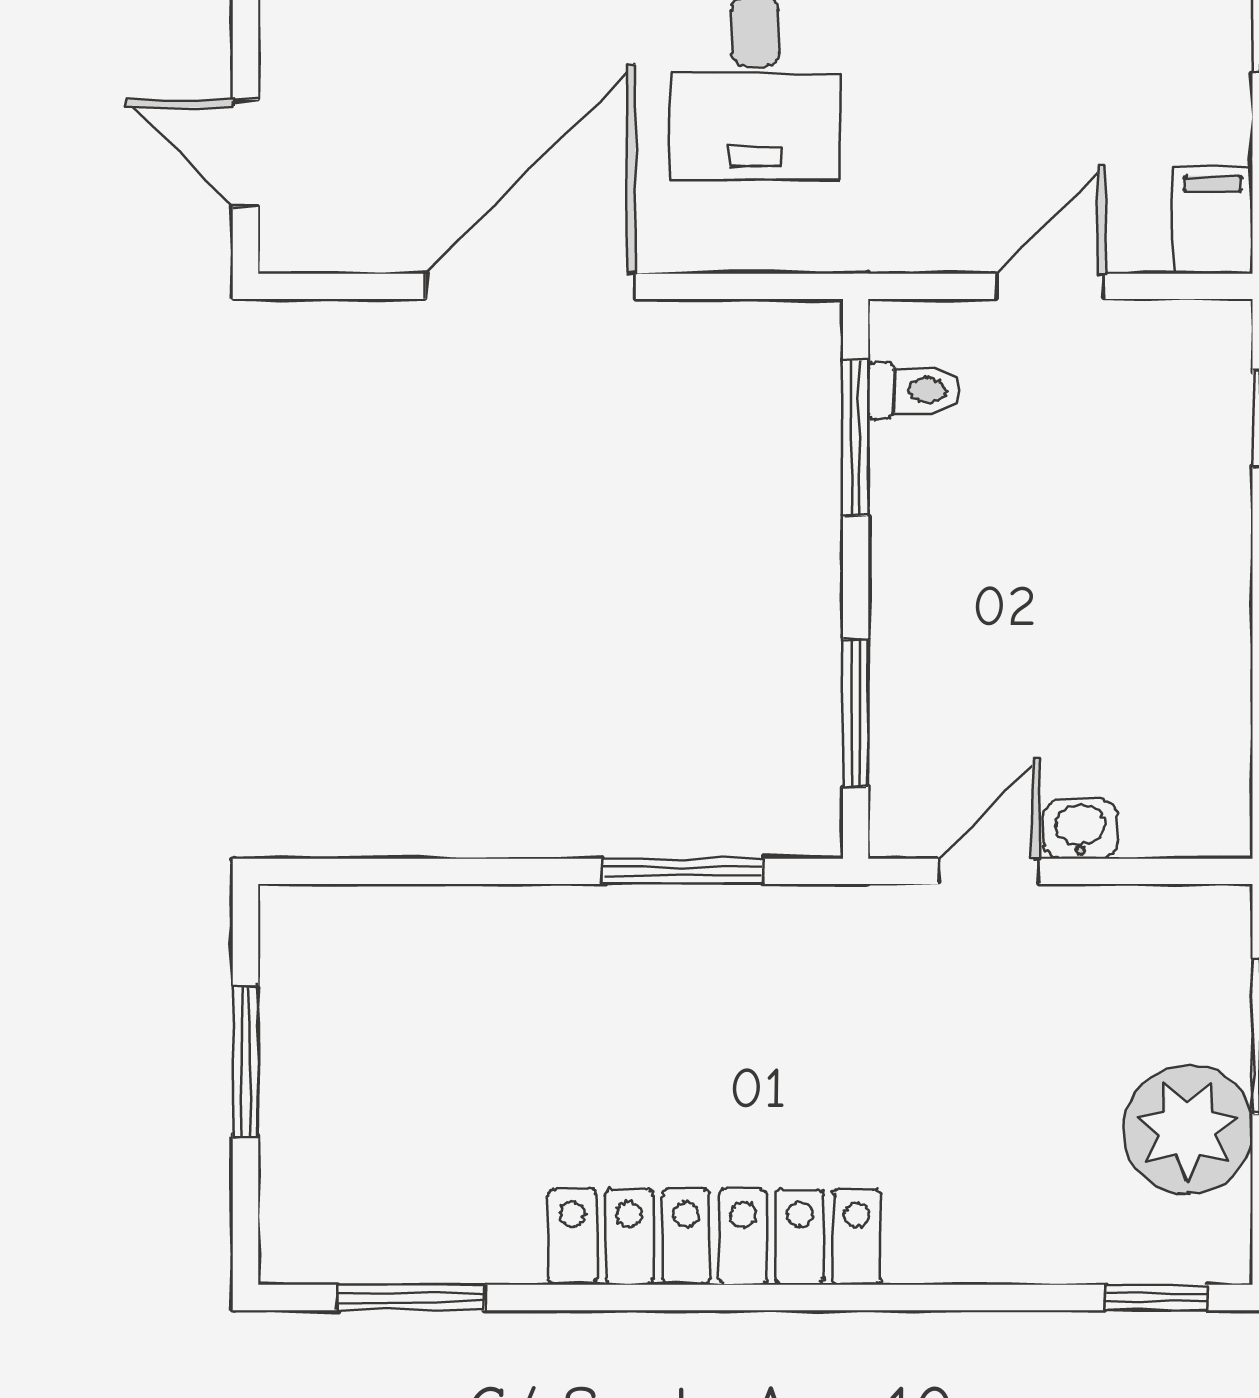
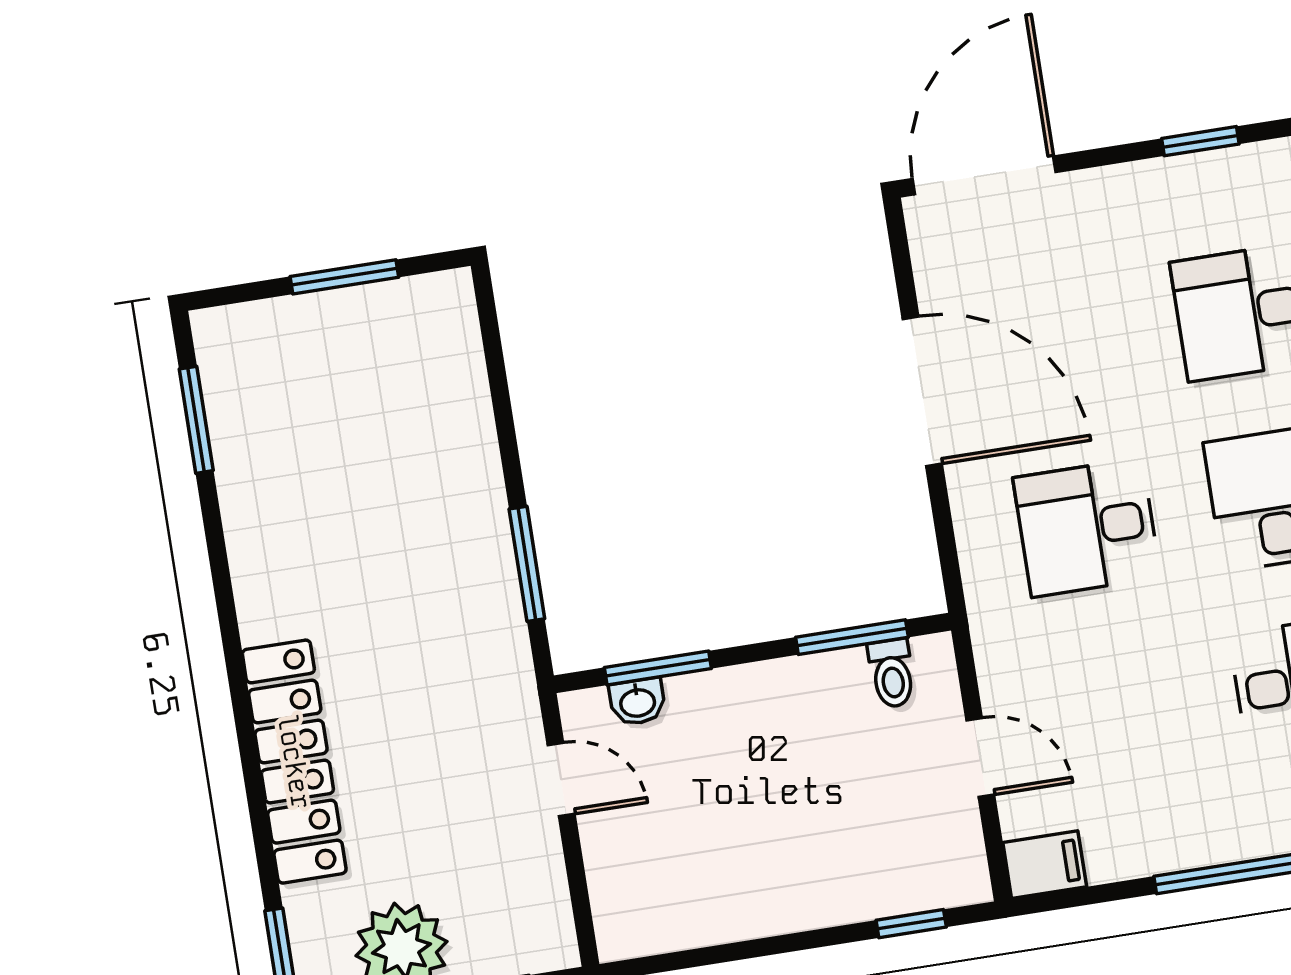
door: (245, 153) -> (984, 175), width x1.87
washbasin: (1080, 829) -> (637, 702), moved, turned 90
locker: (715, 1237) -> (294, 762), moved

